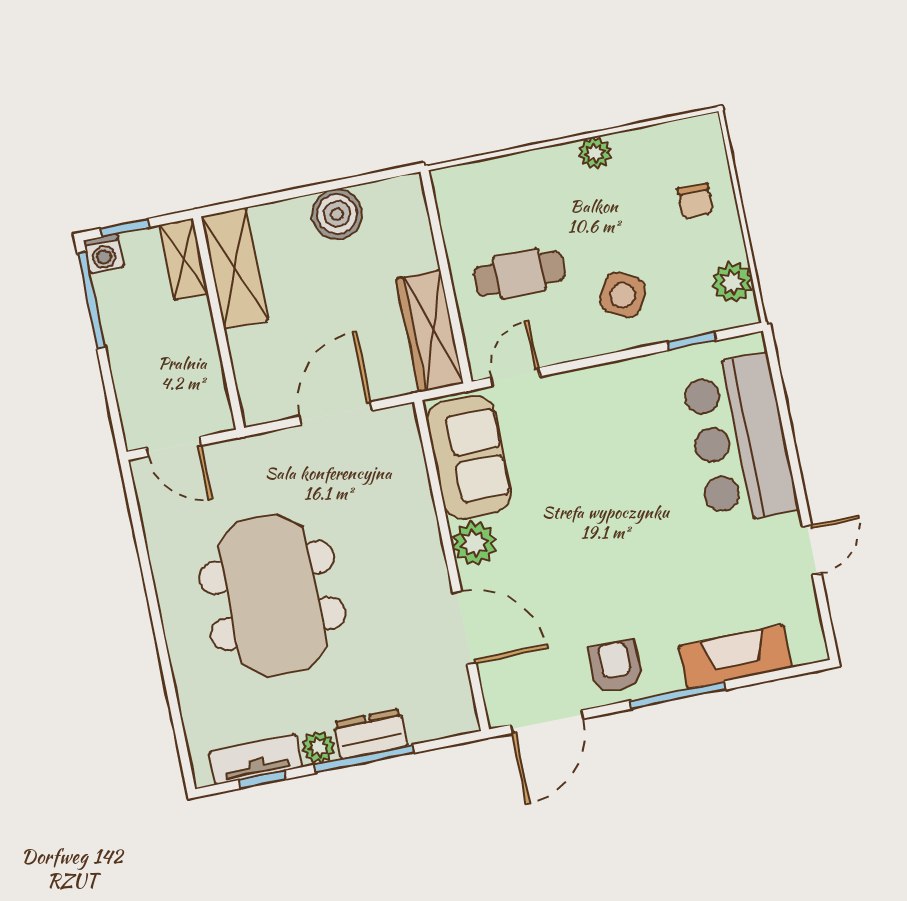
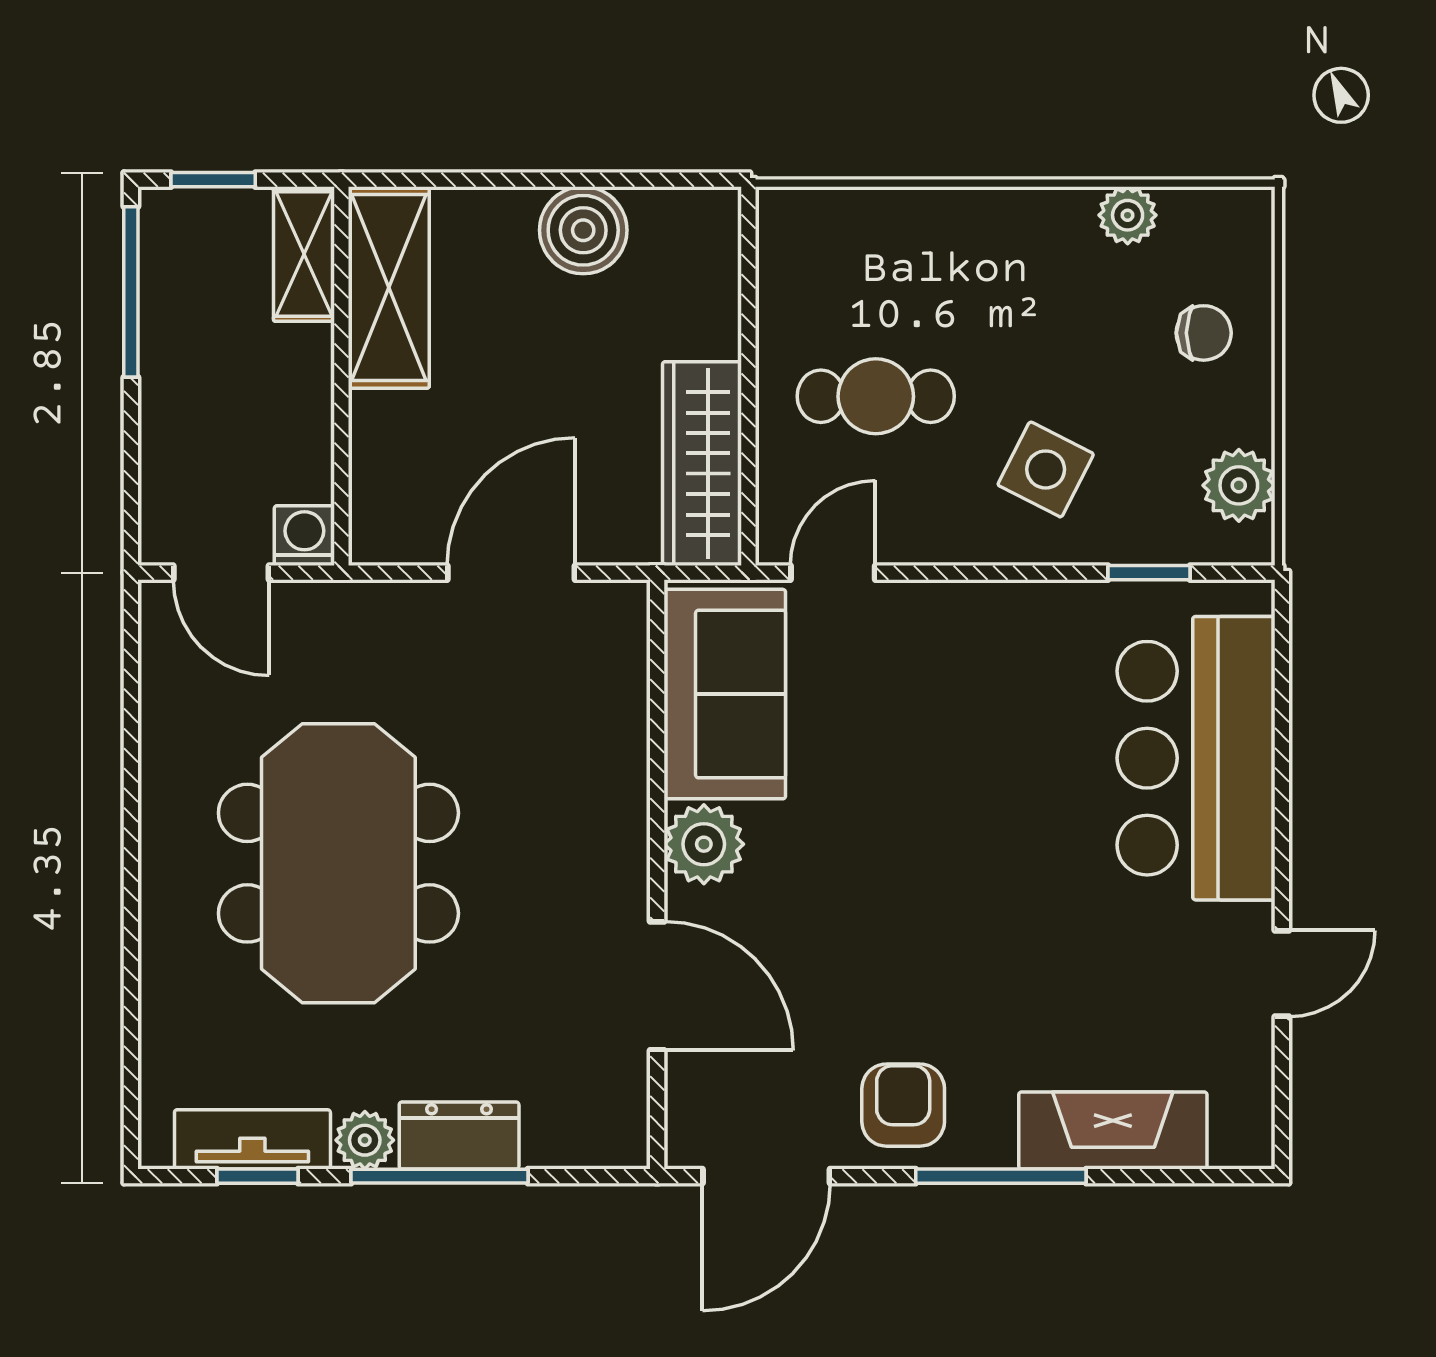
plant: (595, 153) -> (1128, 215), moved
chair: (695, 201) -> (1204, 333), turned -90
washing machine: (103, 254) -> (304, 536), moved, turned 180

